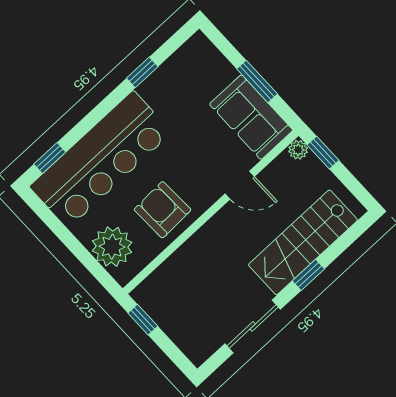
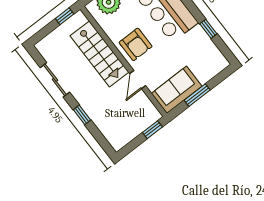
plant: (298, 150) -> (155, 115), removed
armchair: (162, 210) -> (136, 44), moved, turned 92
stairs: (303, 242) -> (99, 54), moved, turned 180

